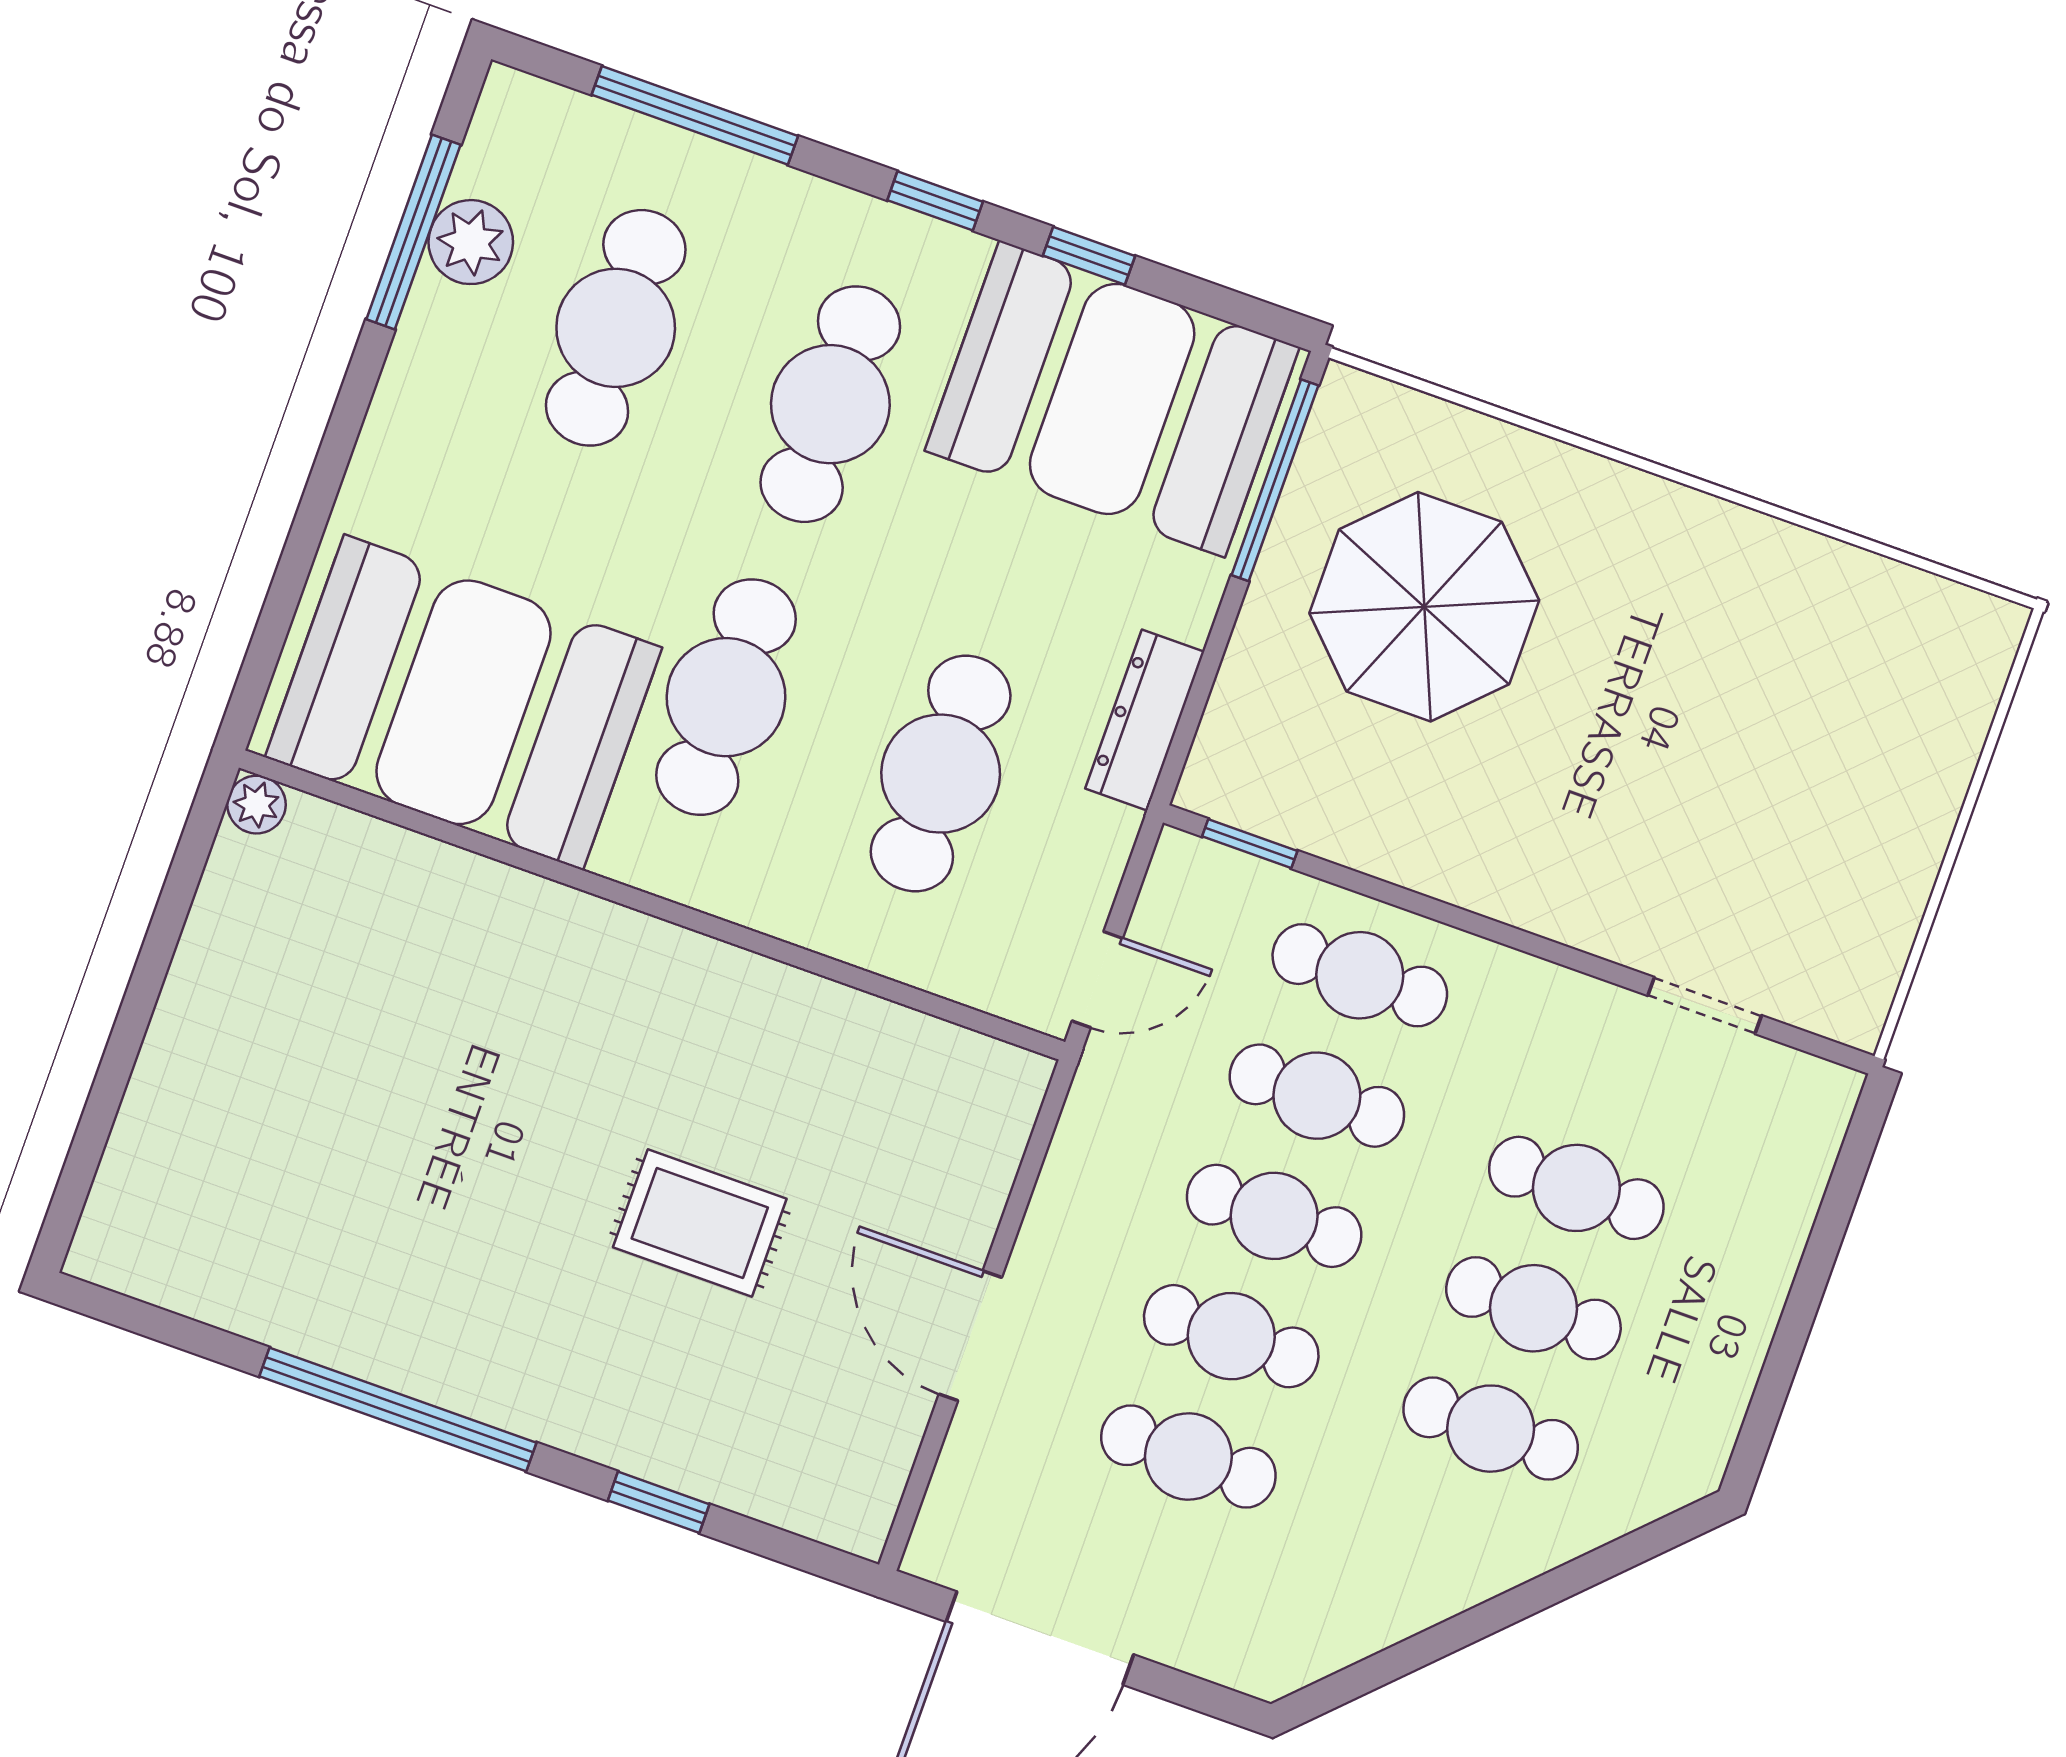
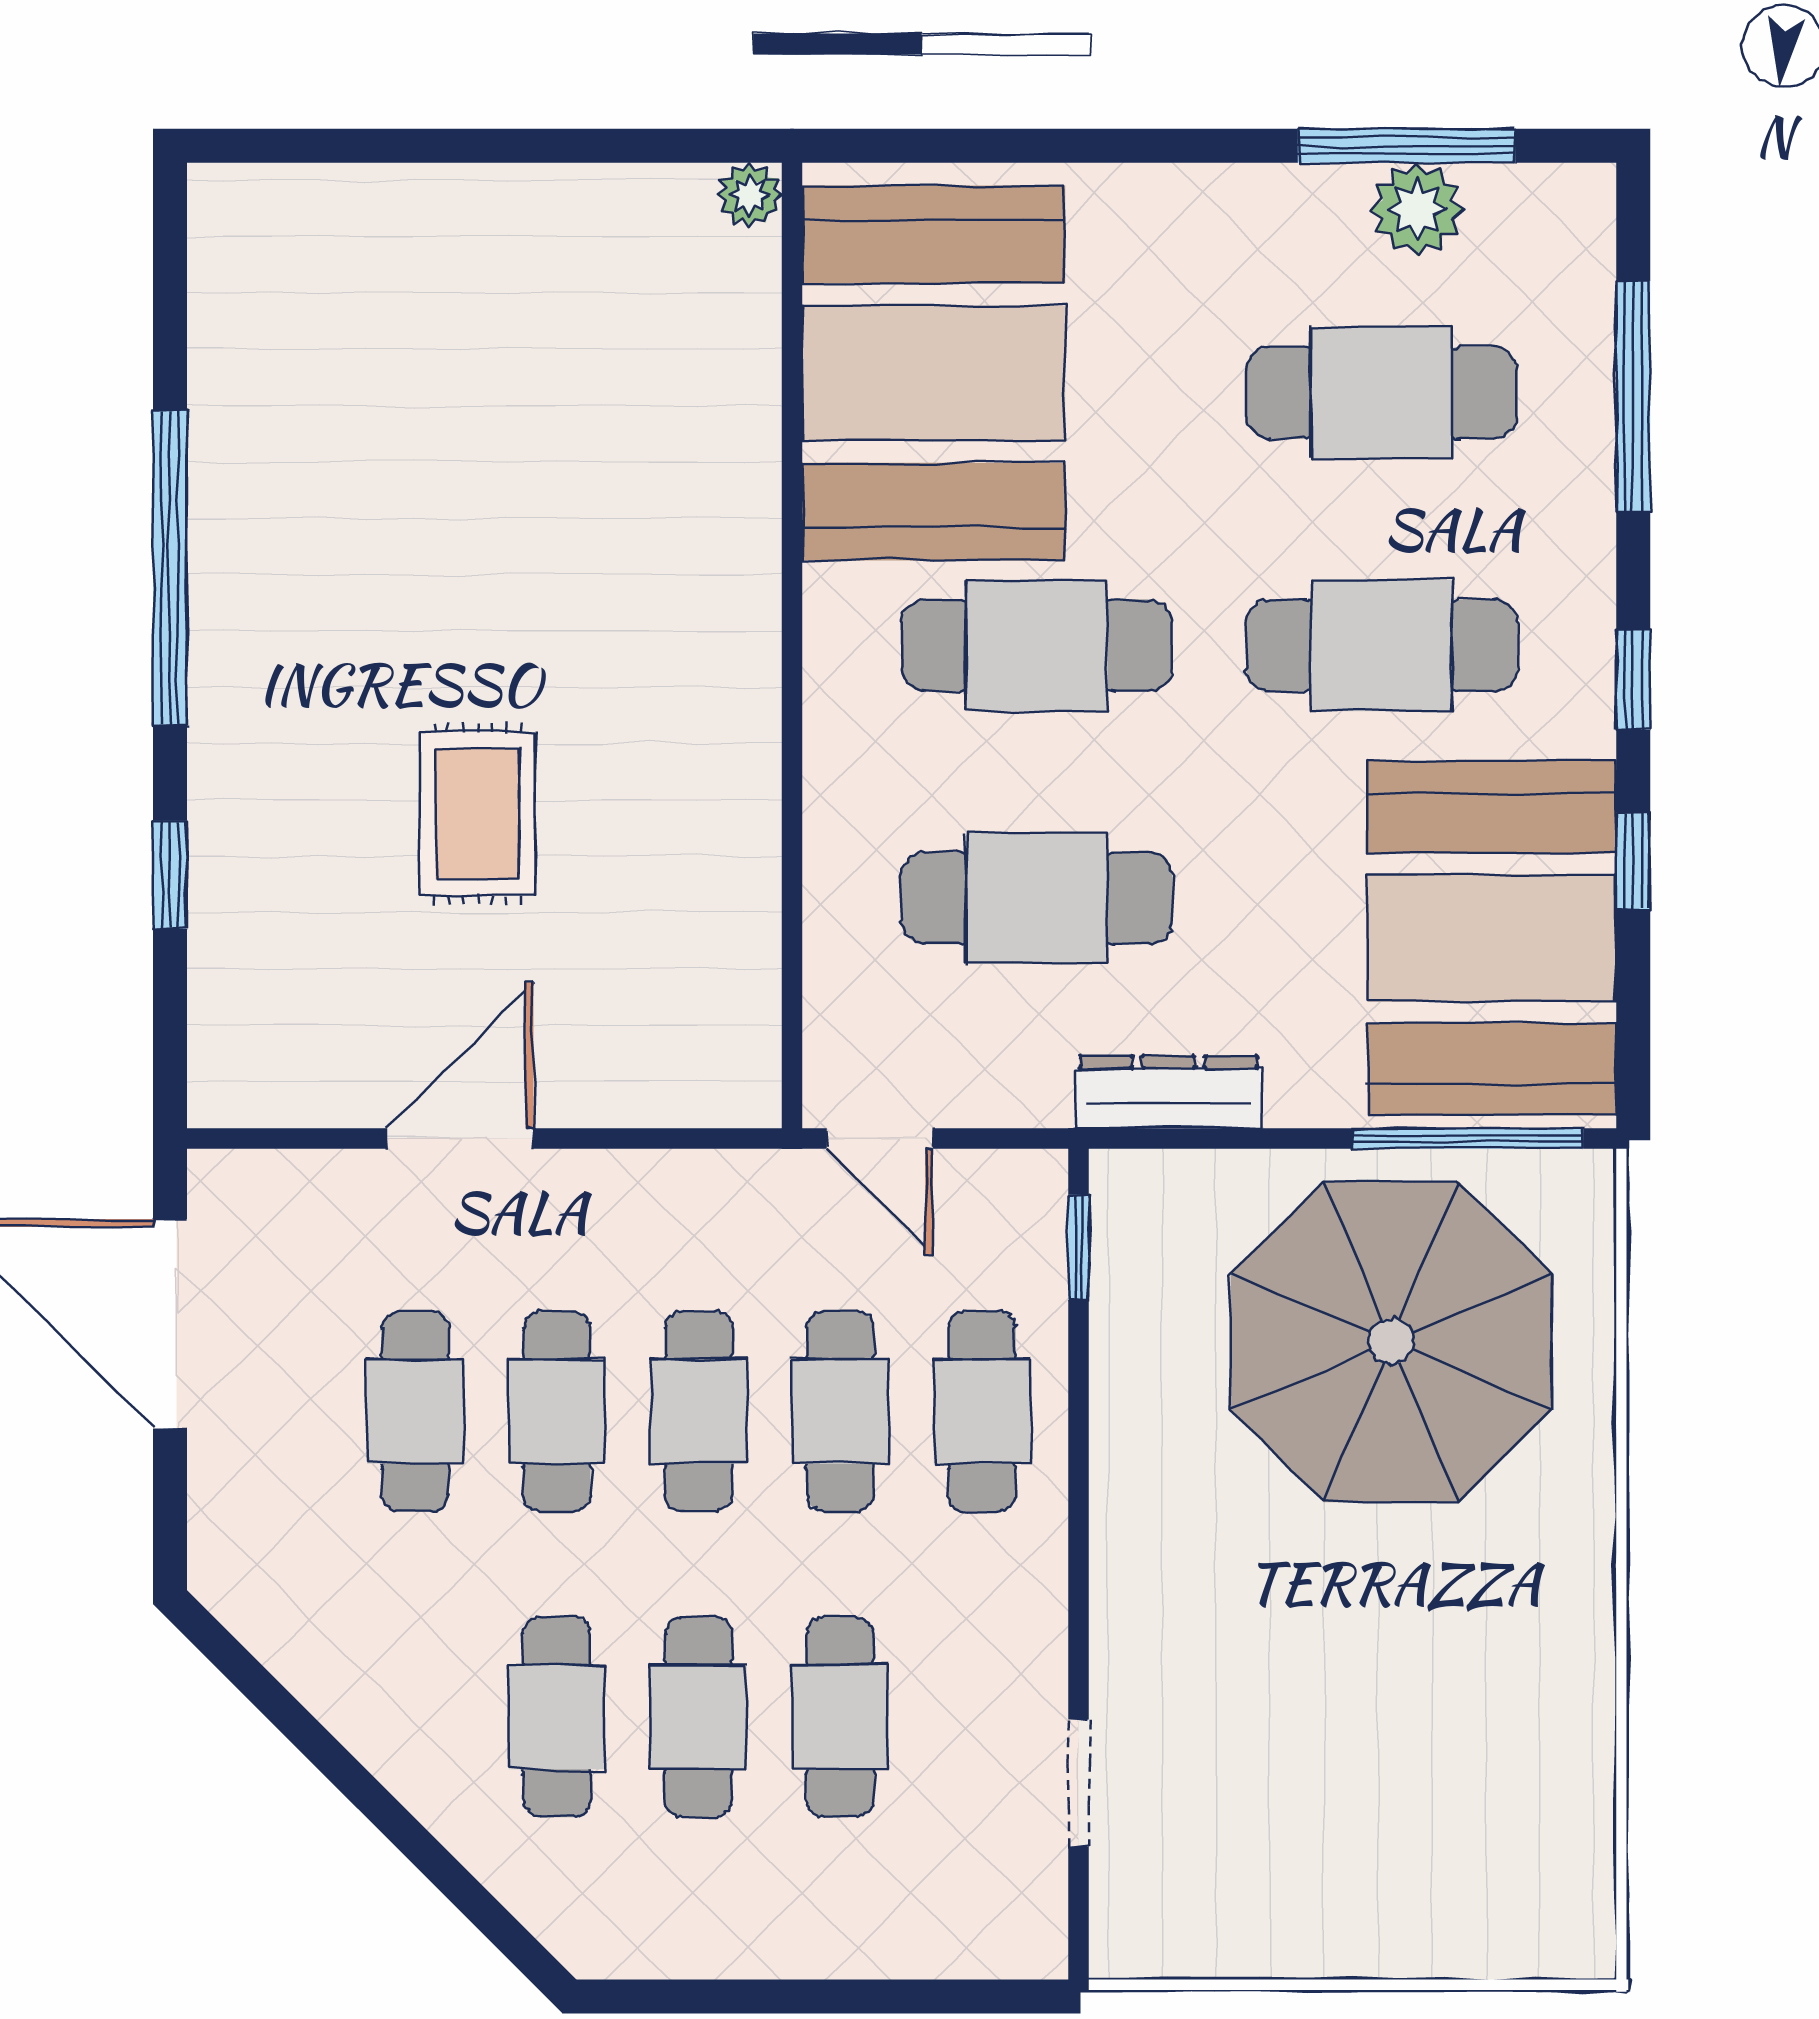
parasol: (1424, 607) -> (1391, 1342), width x1.36, depth x1.36

